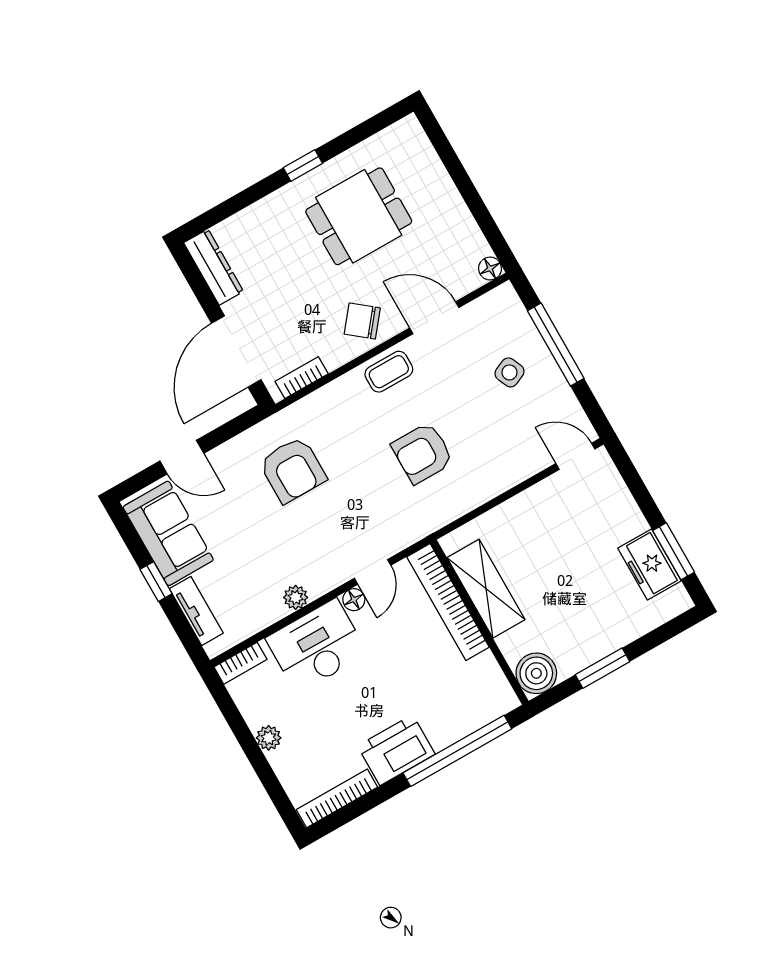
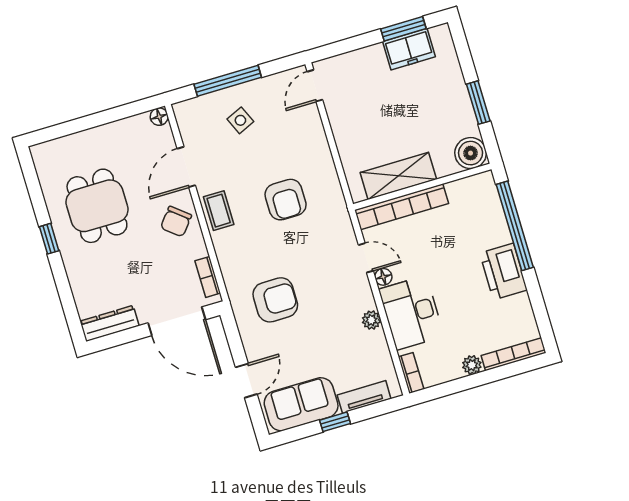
bookcase: (337, 798) -> (514, 354), moved, turned 90

